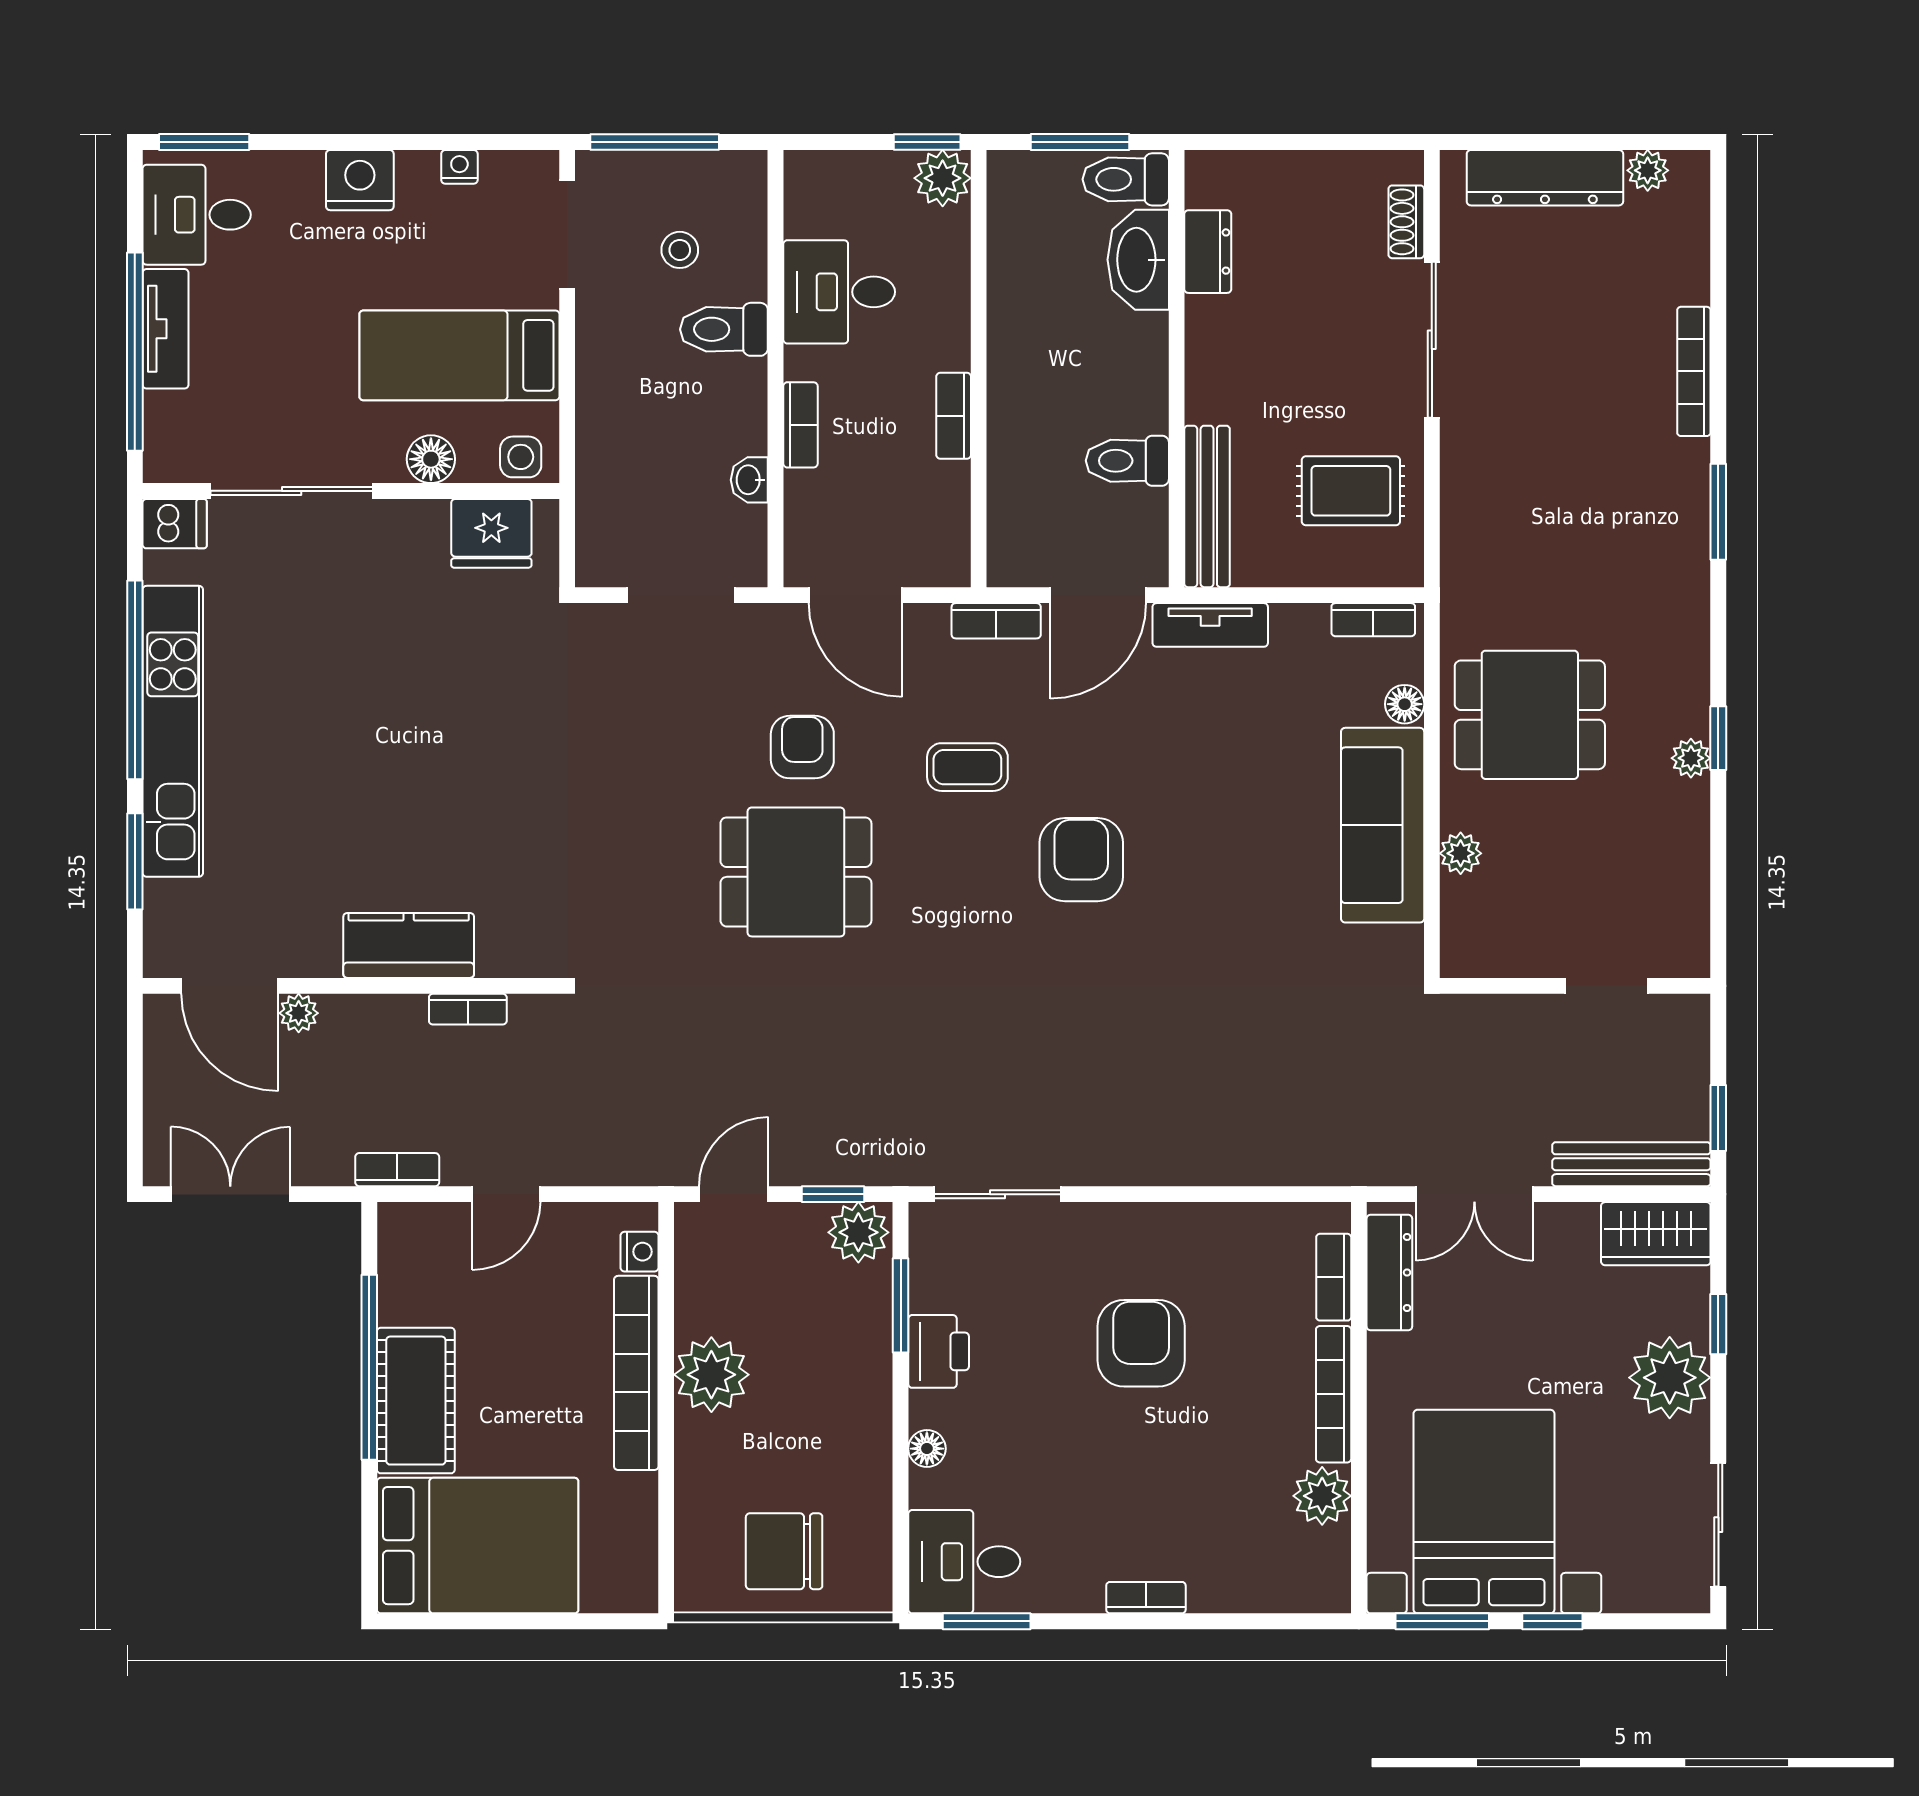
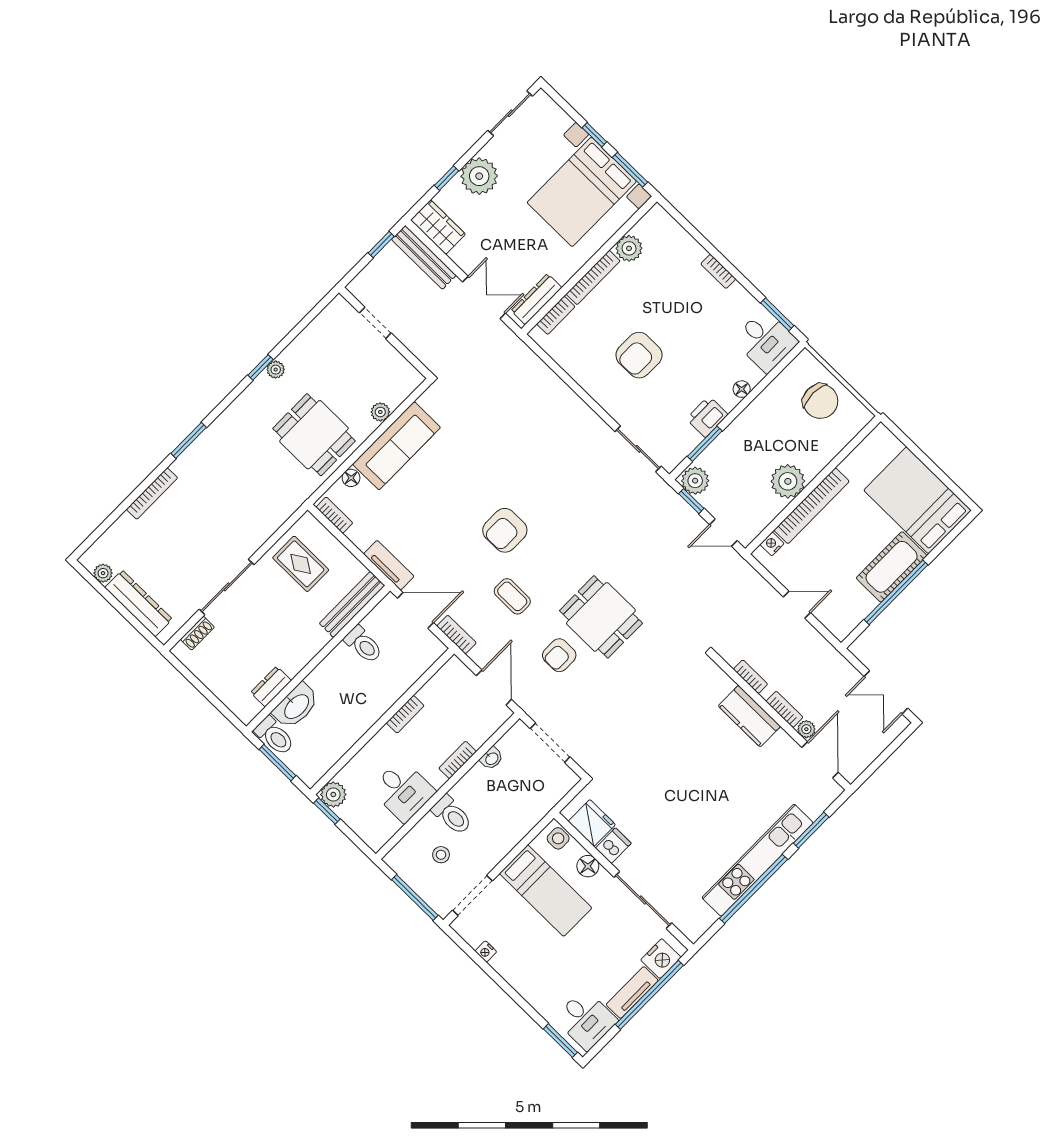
nightstand: (360, 180) -> (661, 959), moved, turned -90
dishwasher: (175, 524) -> (613, 846), moved, turned 90
bookcase: (397, 1170) -> (784, 709), moved, turned 180

